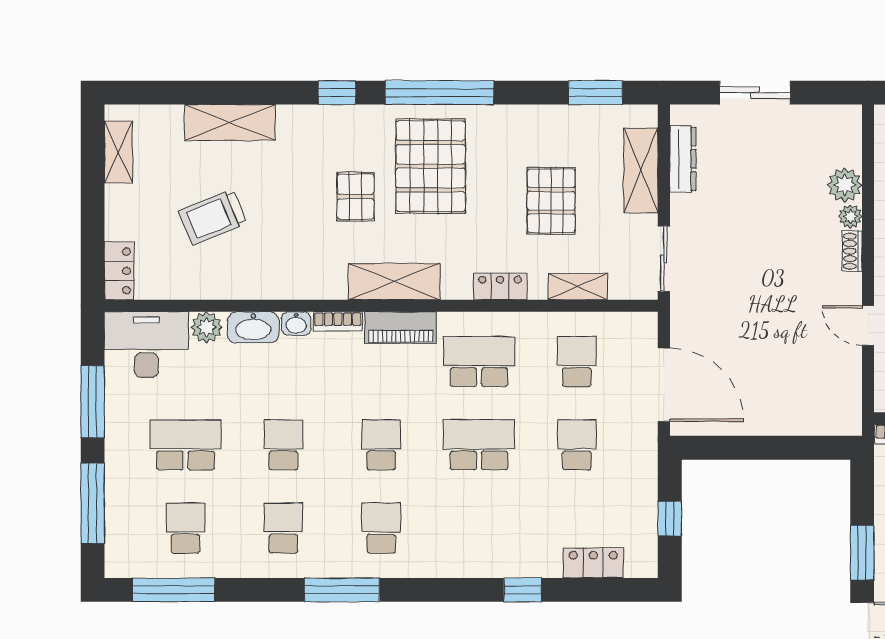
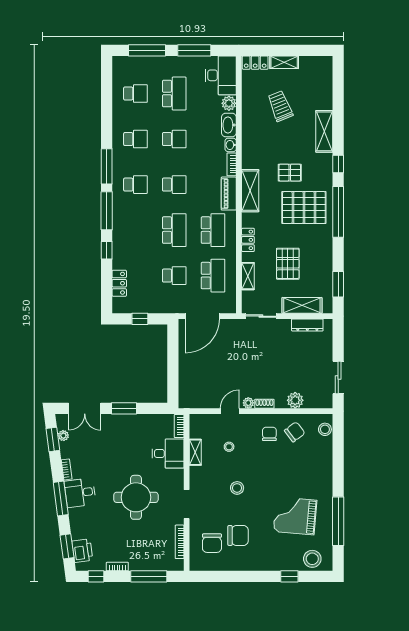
sliding door: (755, 93) -> (338, 378), moved
shelving: (230, 122) -> (324, 131), moved
shelving: (118, 152) -> (284, 62), moved
pallet: (551, 201) -> (288, 264), turned 90
plant: (850, 216) -> (248, 403), moved
school desk: (577, 362) -> (213, 276), width x1.85
window: (173, 590) -> (107, 211), moved

